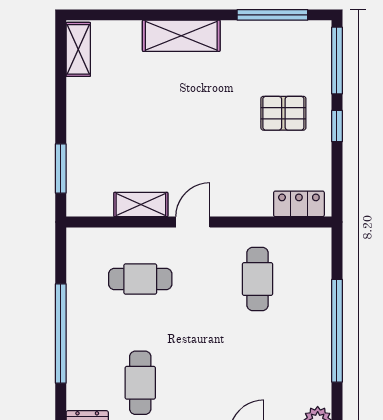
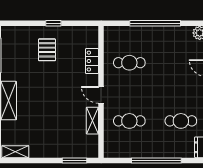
window: (337, 61) -> (21, 23), removed
locker: (299, 204) -> (92, 61), moved
cafe table: (140, 279) -> (129, 121), turned 90

